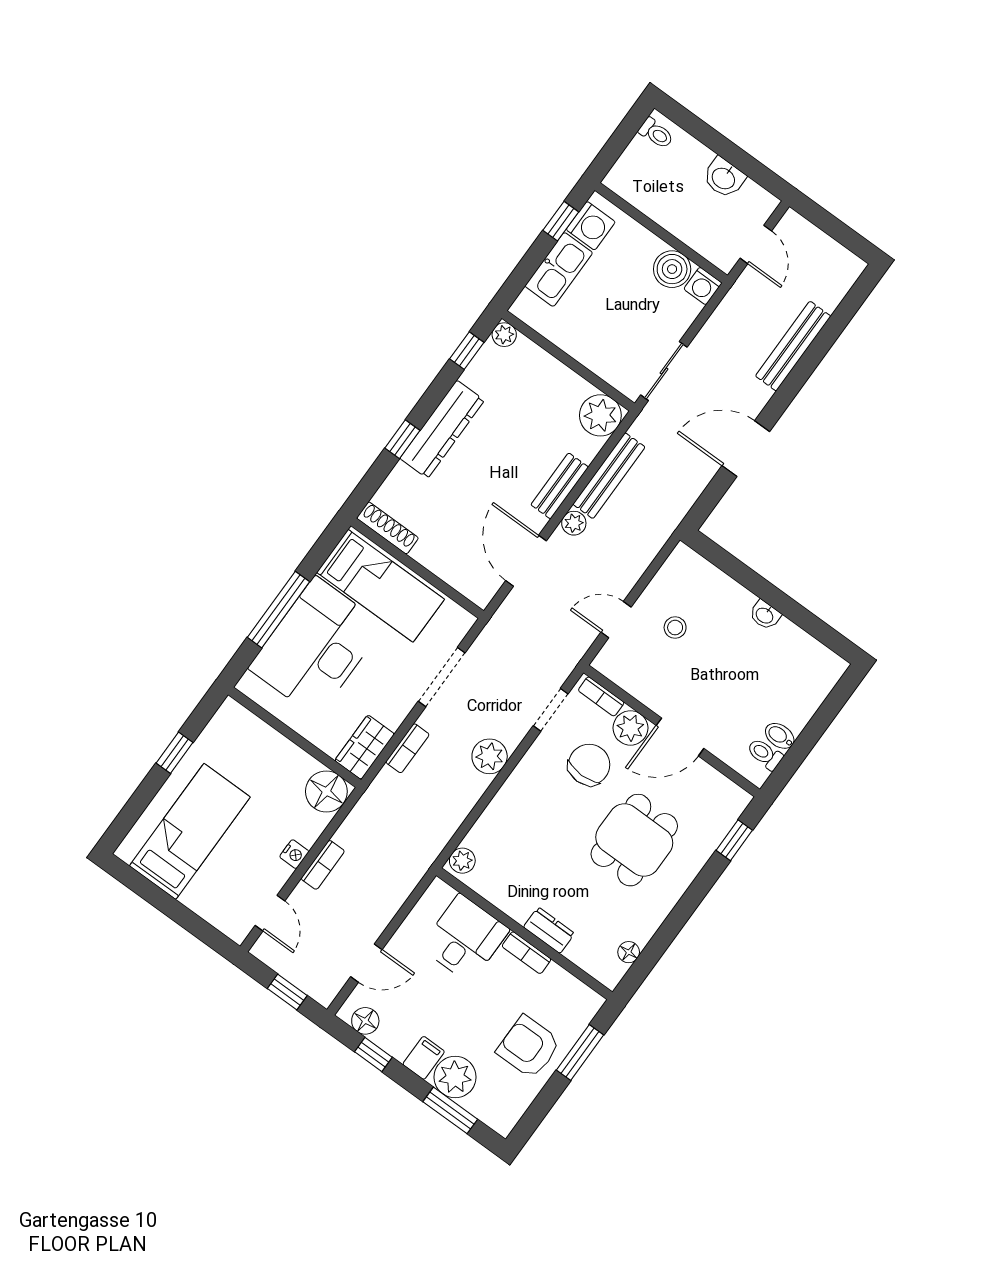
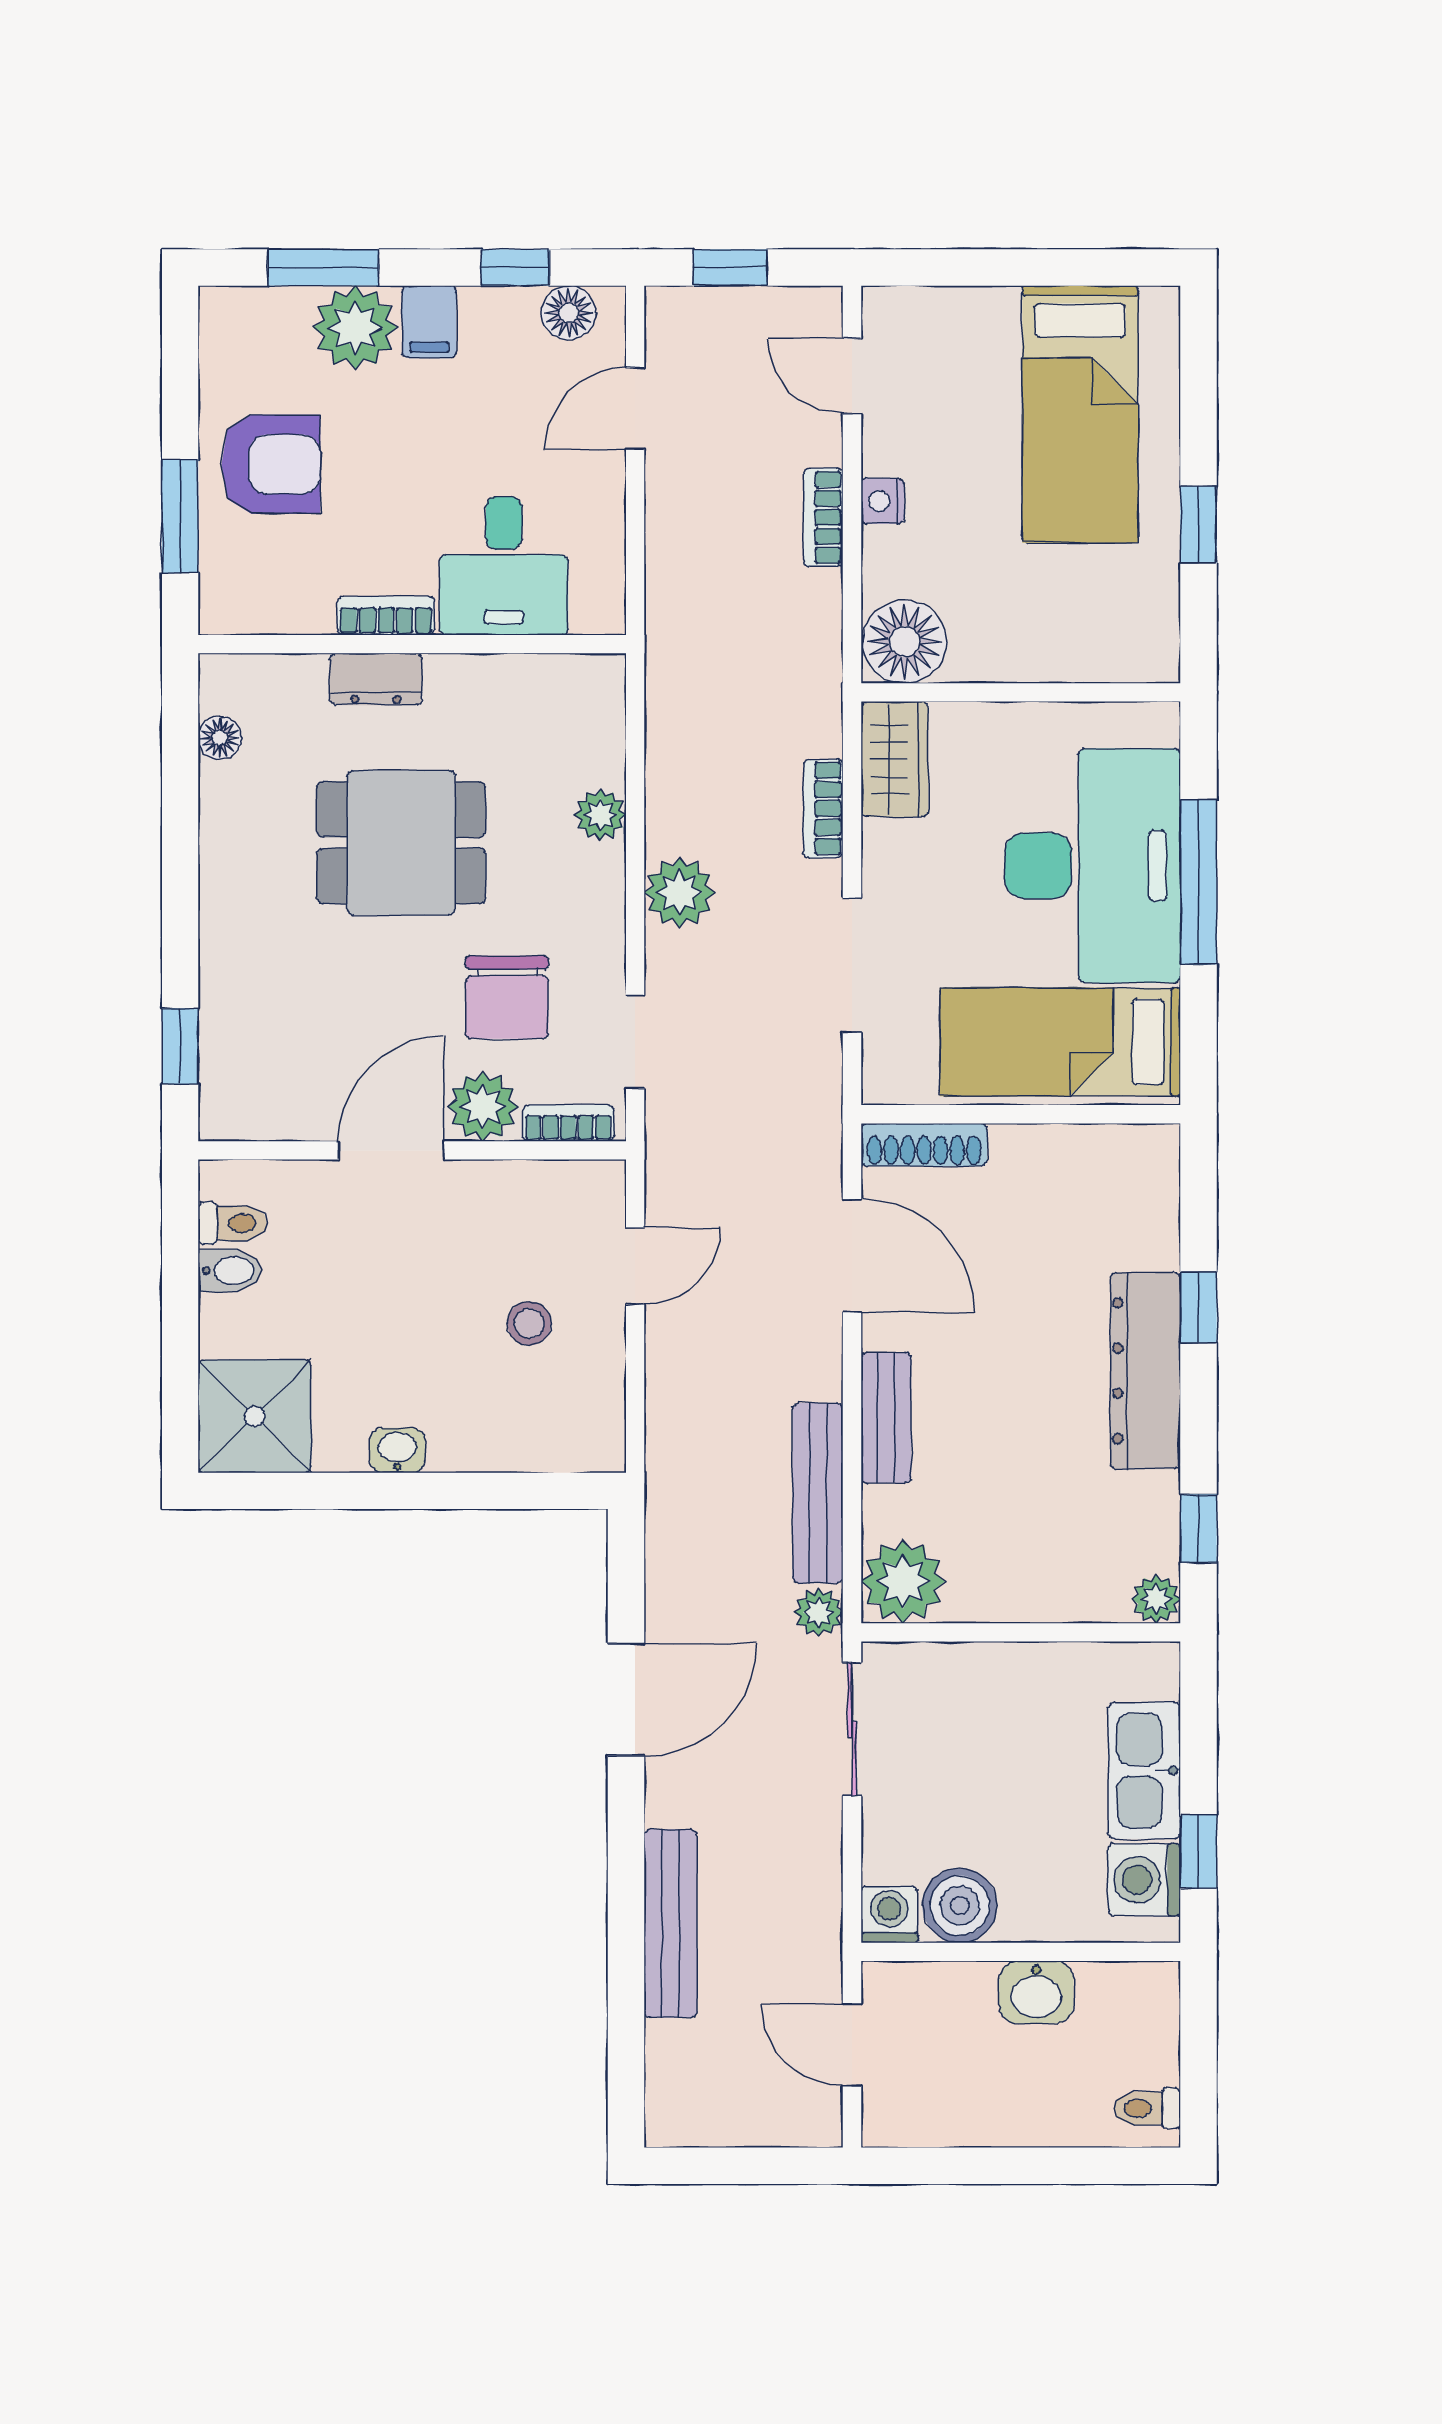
washbasin: (724, 178) -> (1036, 1992), moved, turned 180
plant: (574, 523) -> (819, 1612), moved
shoe rack: (387, 528) -> (924, 1145), moved
shower: (812, 670) -> (255, 1416), added
dining table: (634, 840) -> (401, 843), moved, turned 90
plant: (462, 861) -> (600, 815), moved

